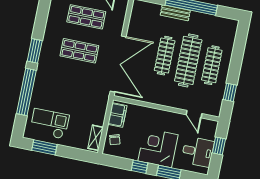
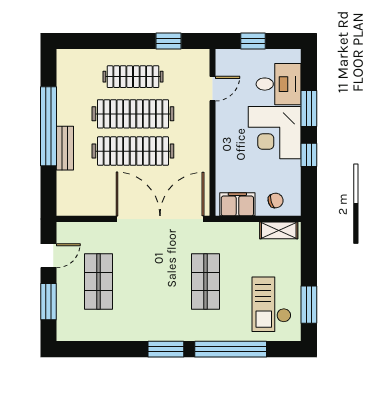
shop shelf: (79, 51) -> (205, 282), moved
clothes rail: (165, 56) -> (133, 151), width x1.37, depth x1.31
desk: (198, 152) -> (279, 84), moved, turned 90

